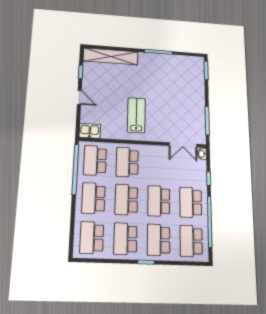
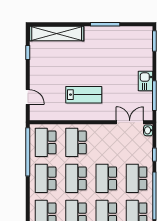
door: (79, 97) -> (28, 97), moved
lab bench: (136, 115) -> (84, 95), turned 90
kitchen sink: (90, 131) -> (146, 81), moved, turned -90
double door: (183, 145) -> (130, 122), swing flipped

